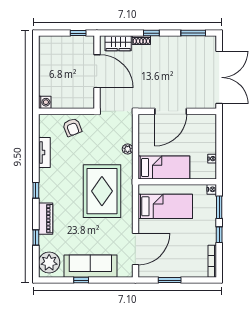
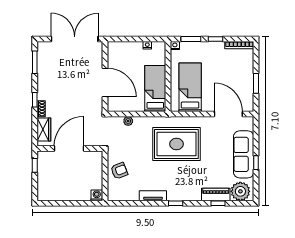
plant: (128, 149) -> (128, 121), moved
tv unit: (44, 152) -> (153, 196), moved
piano: (46, 219) -> (216, 195), moved

